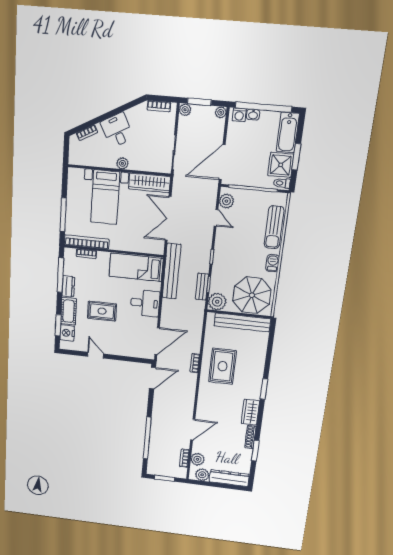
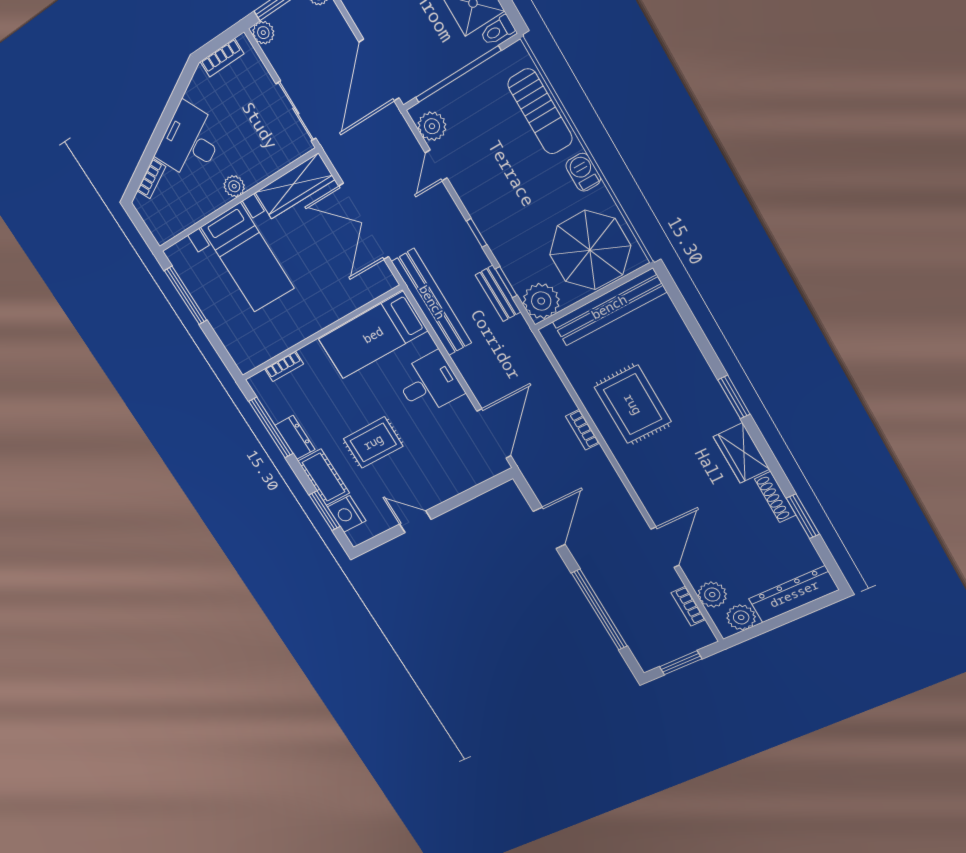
desk: (117, 130) -> (190, 142), width x1.37
window: (63, 215) -> (186, 295), moved
door: (216, 218) -> (436, 165), swing flipped
bookcase: (87, 242) -> (271, 348), removed
door: (153, 378) -> (549, 528), moved

